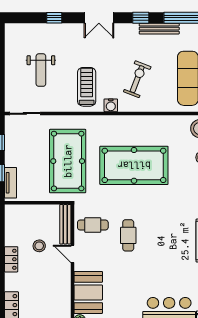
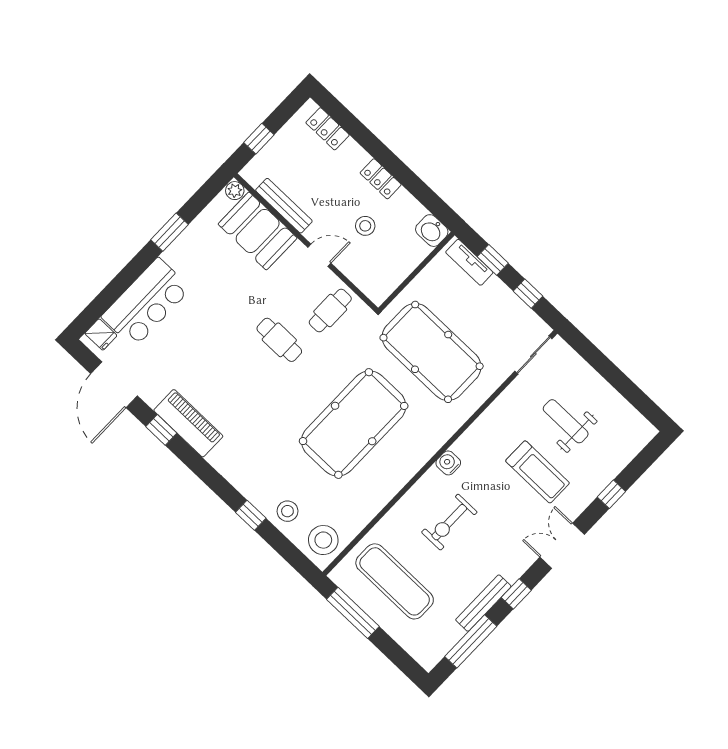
exercise bike: (137, 79) -> (449, 522), turned 69
treadmill: (87, 87) -> (537, 472), moved
washbasin: (12, 214) -> (432, 231), added
bench: (65, 224) -> (284, 206), moved

